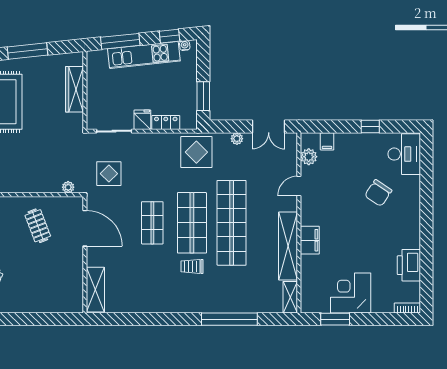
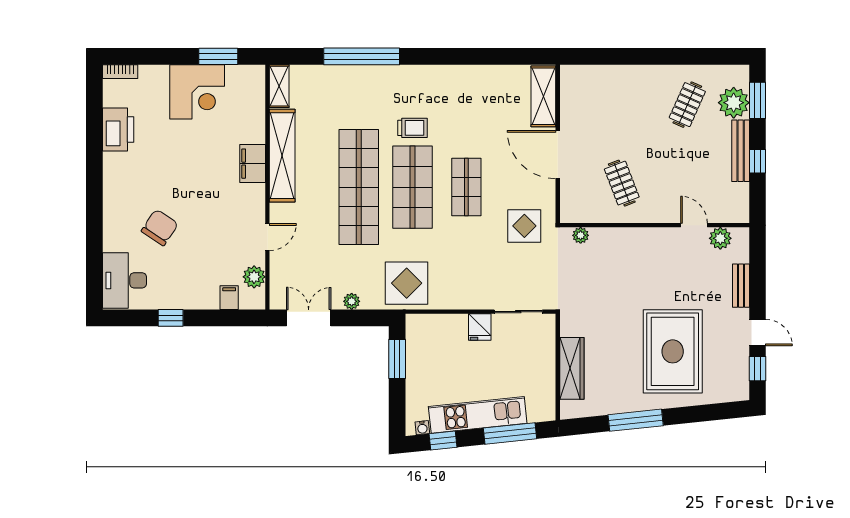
locker: (166, 122) -> (448, 323), removed
display table: (109, 174) -> (524, 226), moved
door: (85, 228) -> (558, 155), moved

